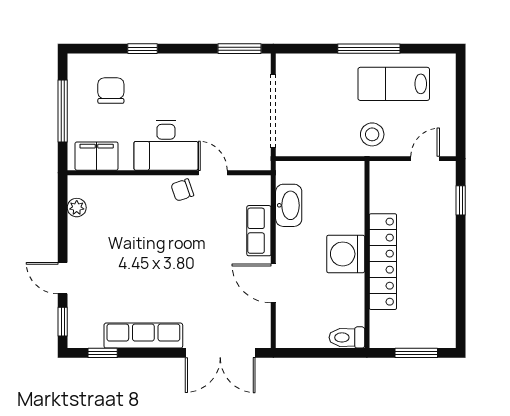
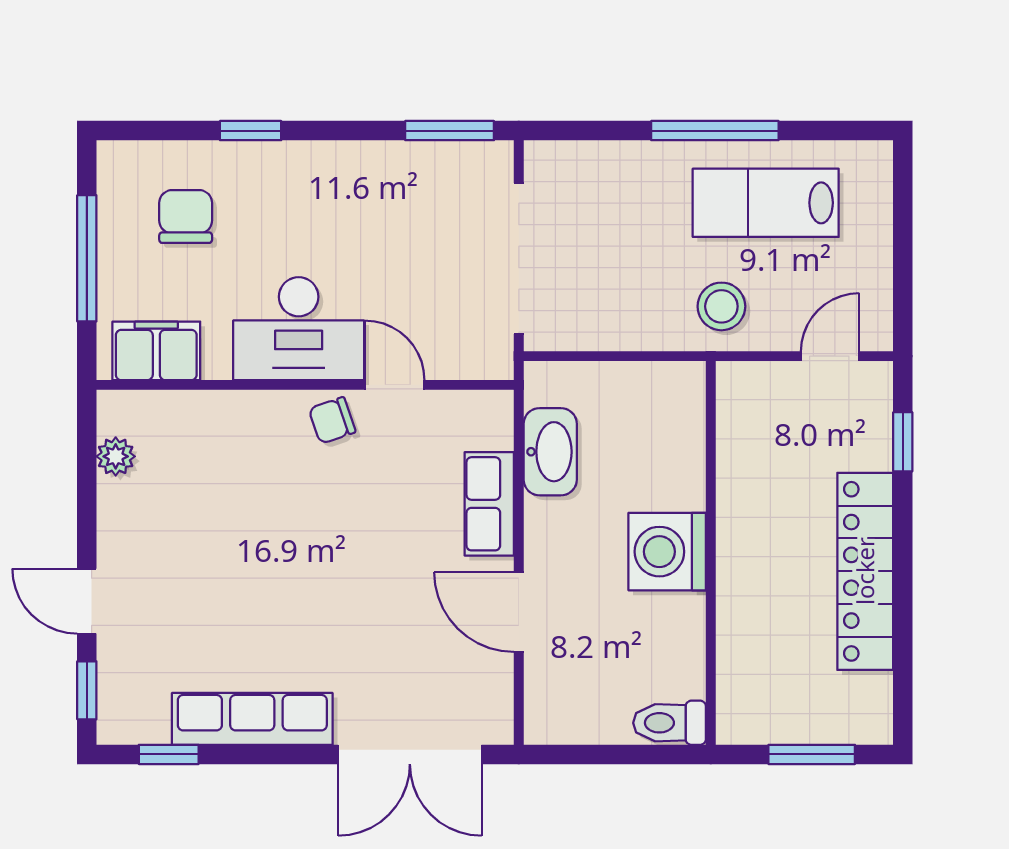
locker: (383, 262) -> (865, 571), moved, turned 180

